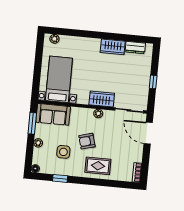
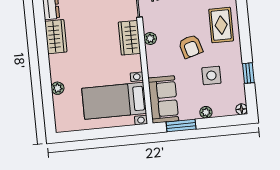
plant: (54, 39) -> (58, 88), moved

